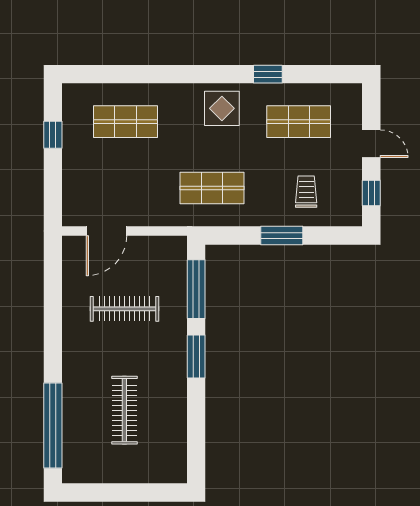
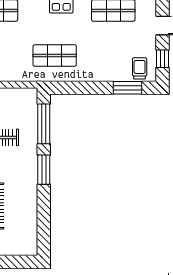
trolley: (306, 192) -> (140, 68), moved
window: (282, 236) -> (128, 88), moved

